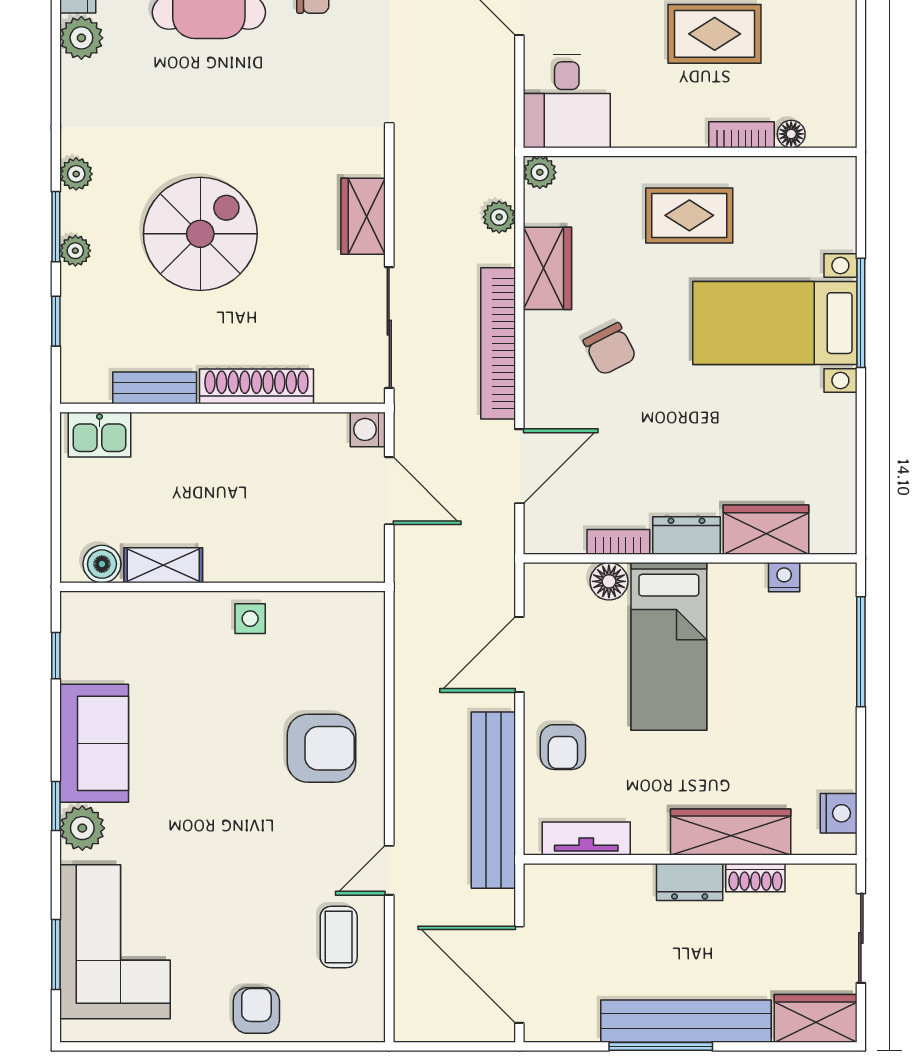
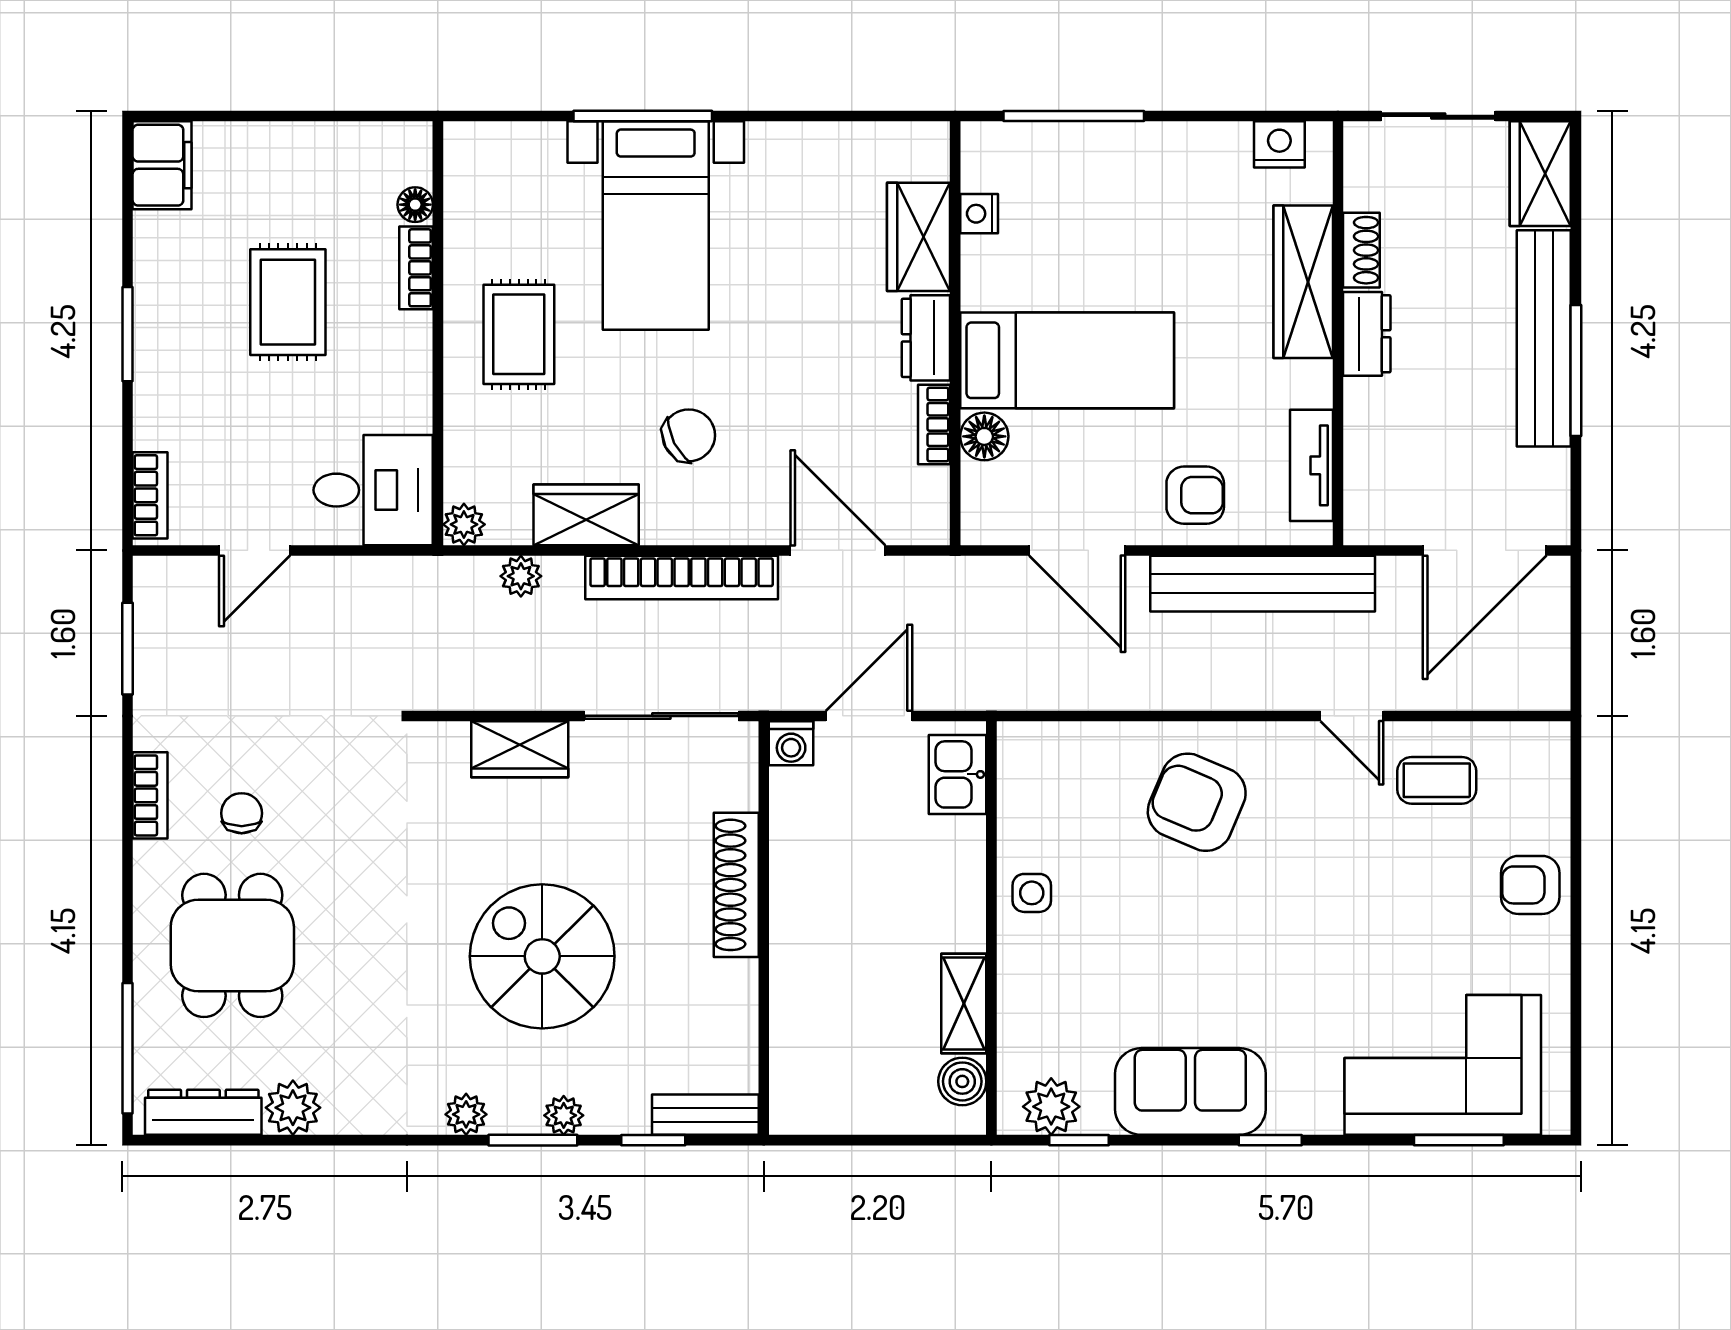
bench: (155, 388) -> (705, 1115), moved, turned 90
kitchen sink: (99, 435) -> (958, 774), moved, turned 180
armchair: (321, 748) -> (1197, 802), turned -67
plant: (82, 828) -> (1051, 1107), moved

